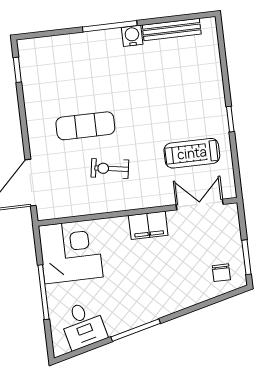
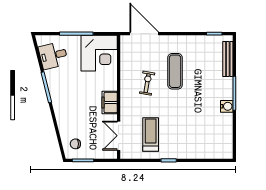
bench: (172, 29) -> (228, 59), moved
double door: (200, 204) -> (119, 136), swing flipped

